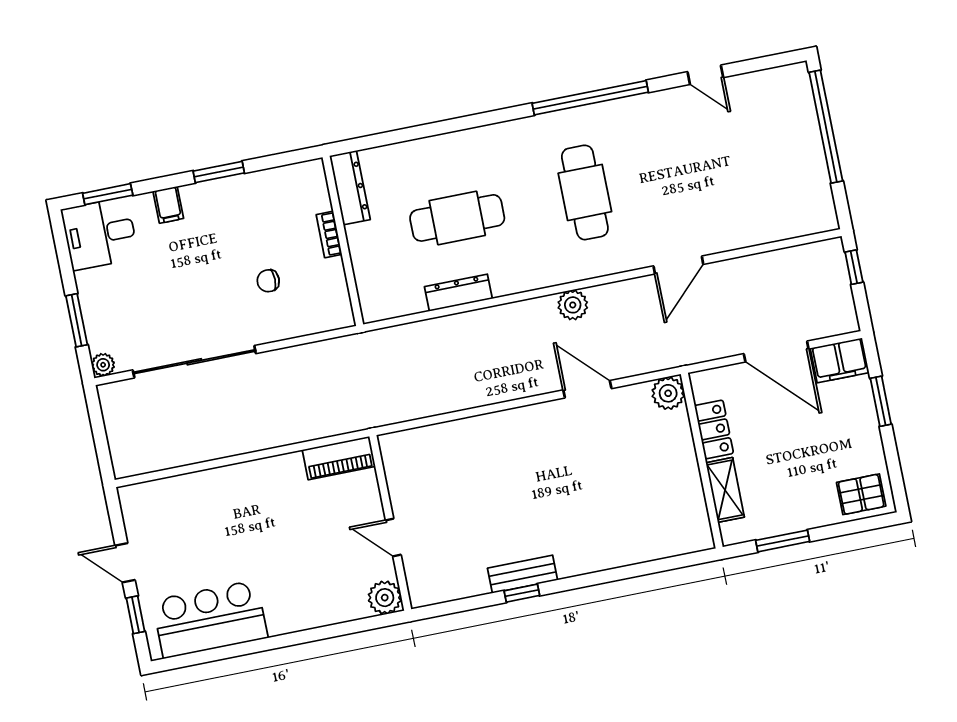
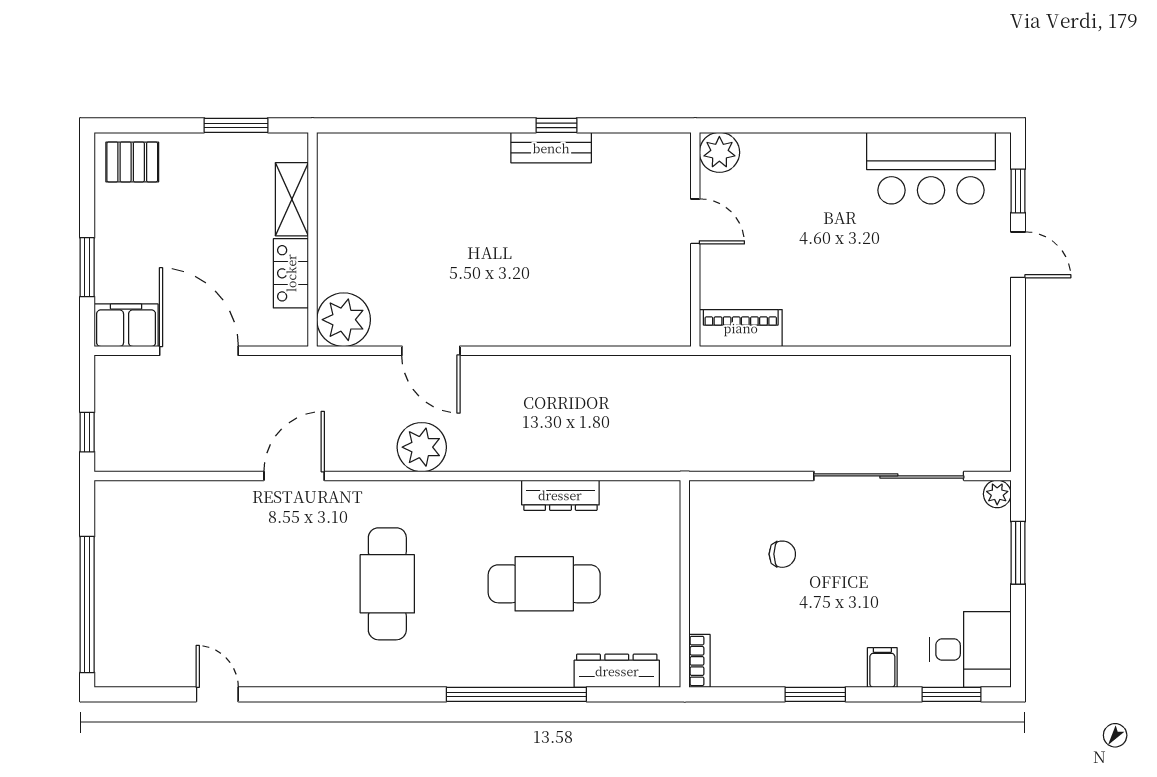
window: (590, 98) -> (516, 694), moved
dresser: (350, 188) -> (617, 671), moved, turned 90
bookcase: (329, 234) -> (700, 661), moved
plant: (573, 305) -> (422, 447), width x1.36, depth x1.36
plant: (668, 393) -> (344, 320), width x1.36, depth x1.36

